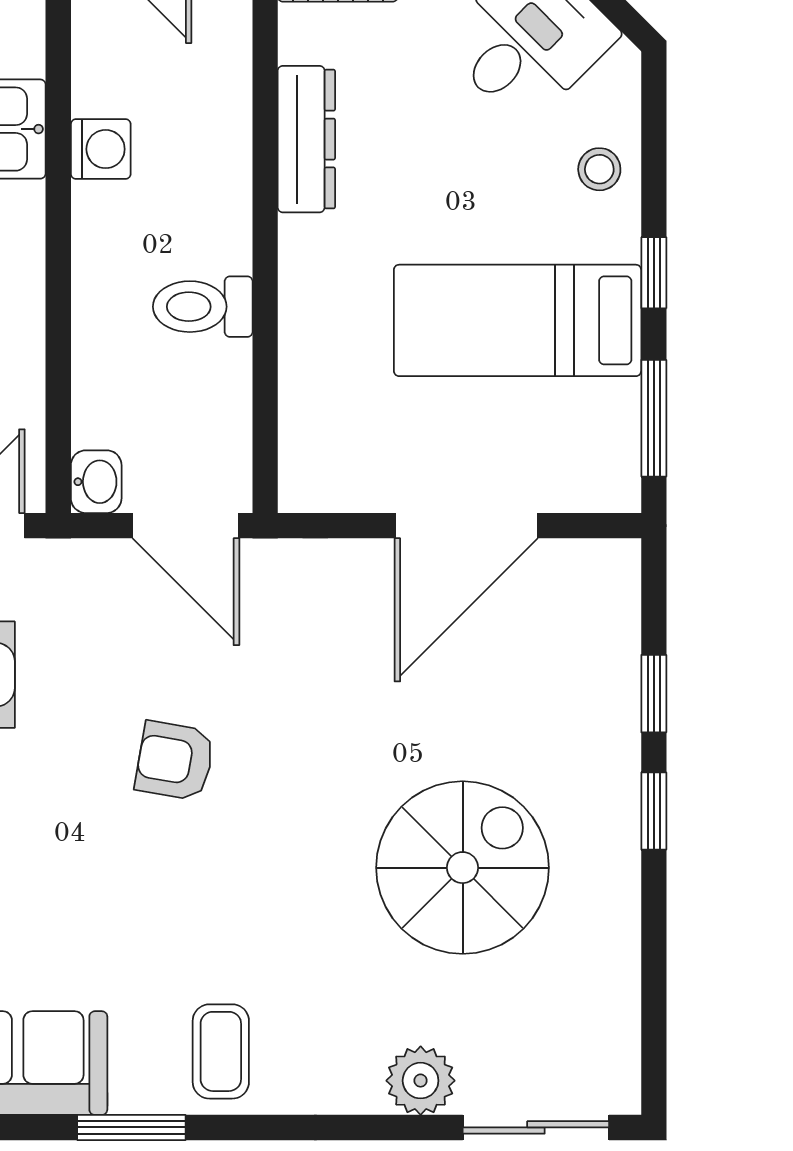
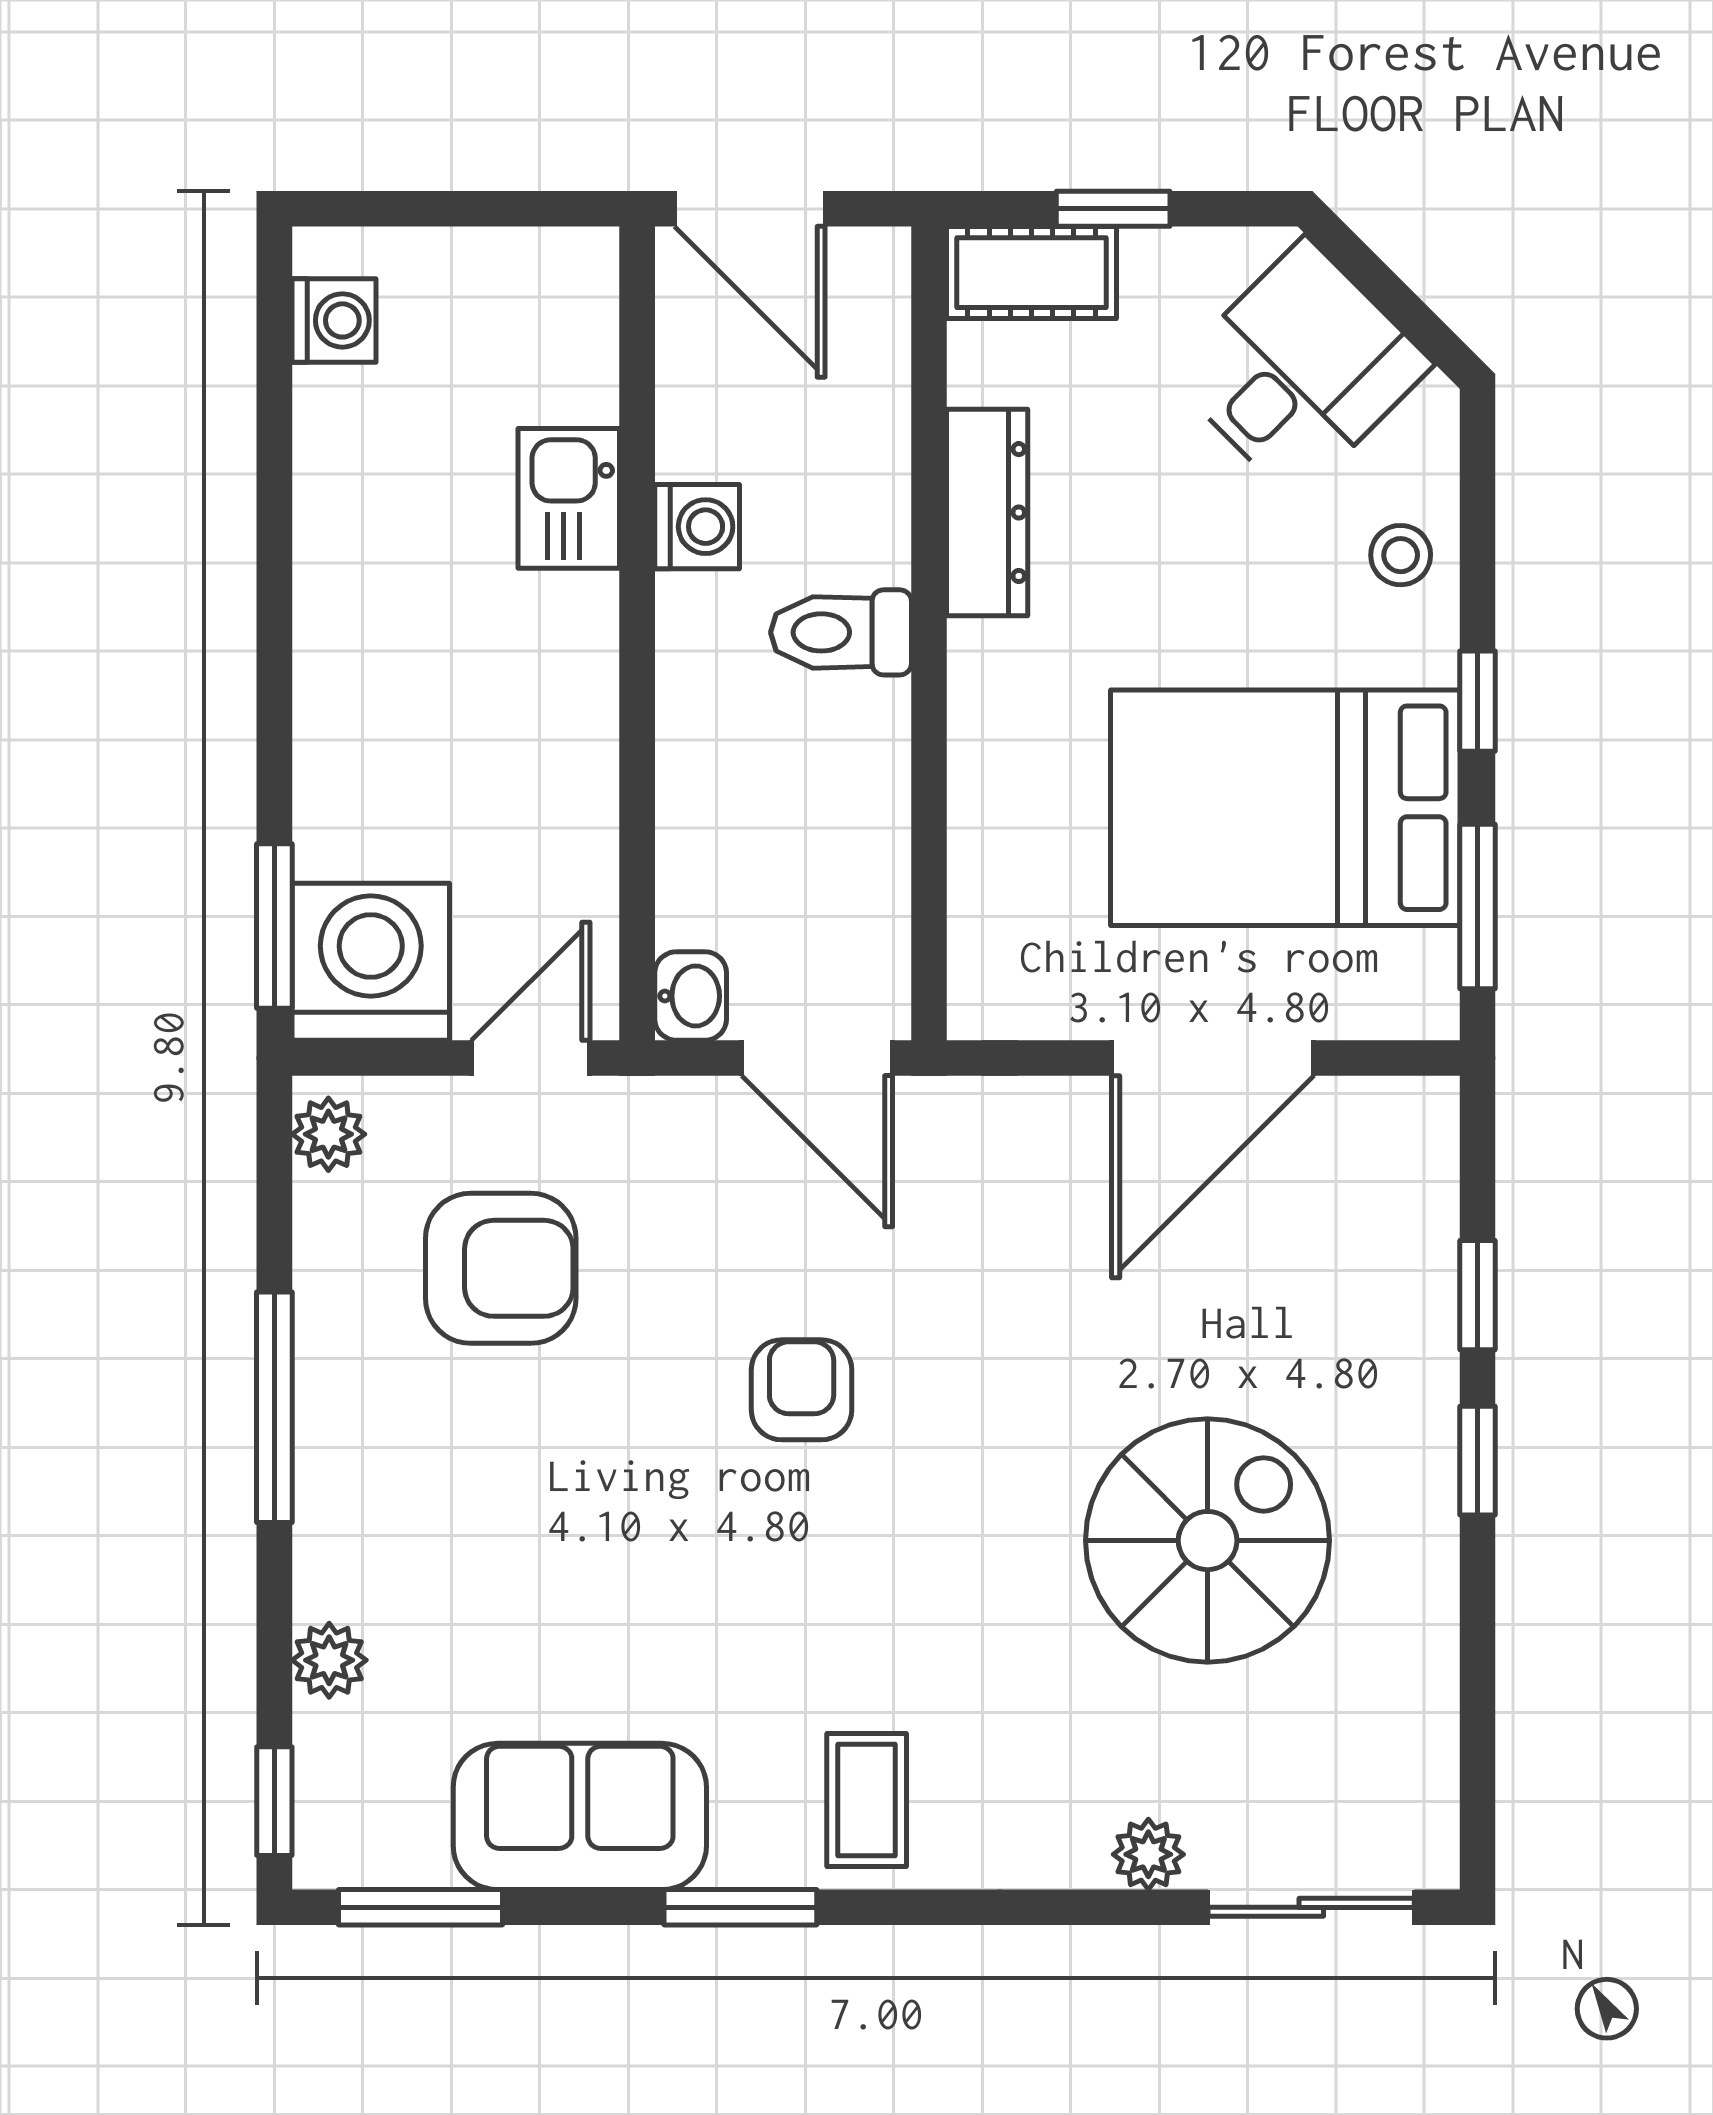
toilet: (203, 307) -> (841, 632), moved
bed: (518, 320) -> (1285, 808), width x1.50
armchair: (175, 761) -> (802, 1390), turned 80
plant: (421, 1081) -> (1148, 1854), width x0.73, depth x0.73

